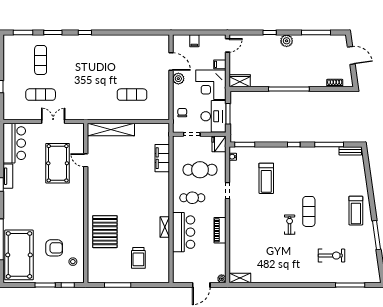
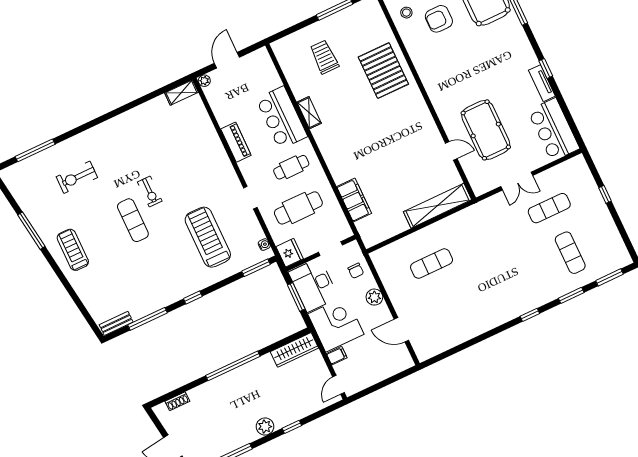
filing cabinet: (194, 41) -> (384, 371), removed
plant: (178, 79) -> (374, 297), moved
wardrobe: (240, 81) -> (294, 350), width x1.50
treadmill: (266, 178) -> (208, 237), width x1.37, depth x1.38

